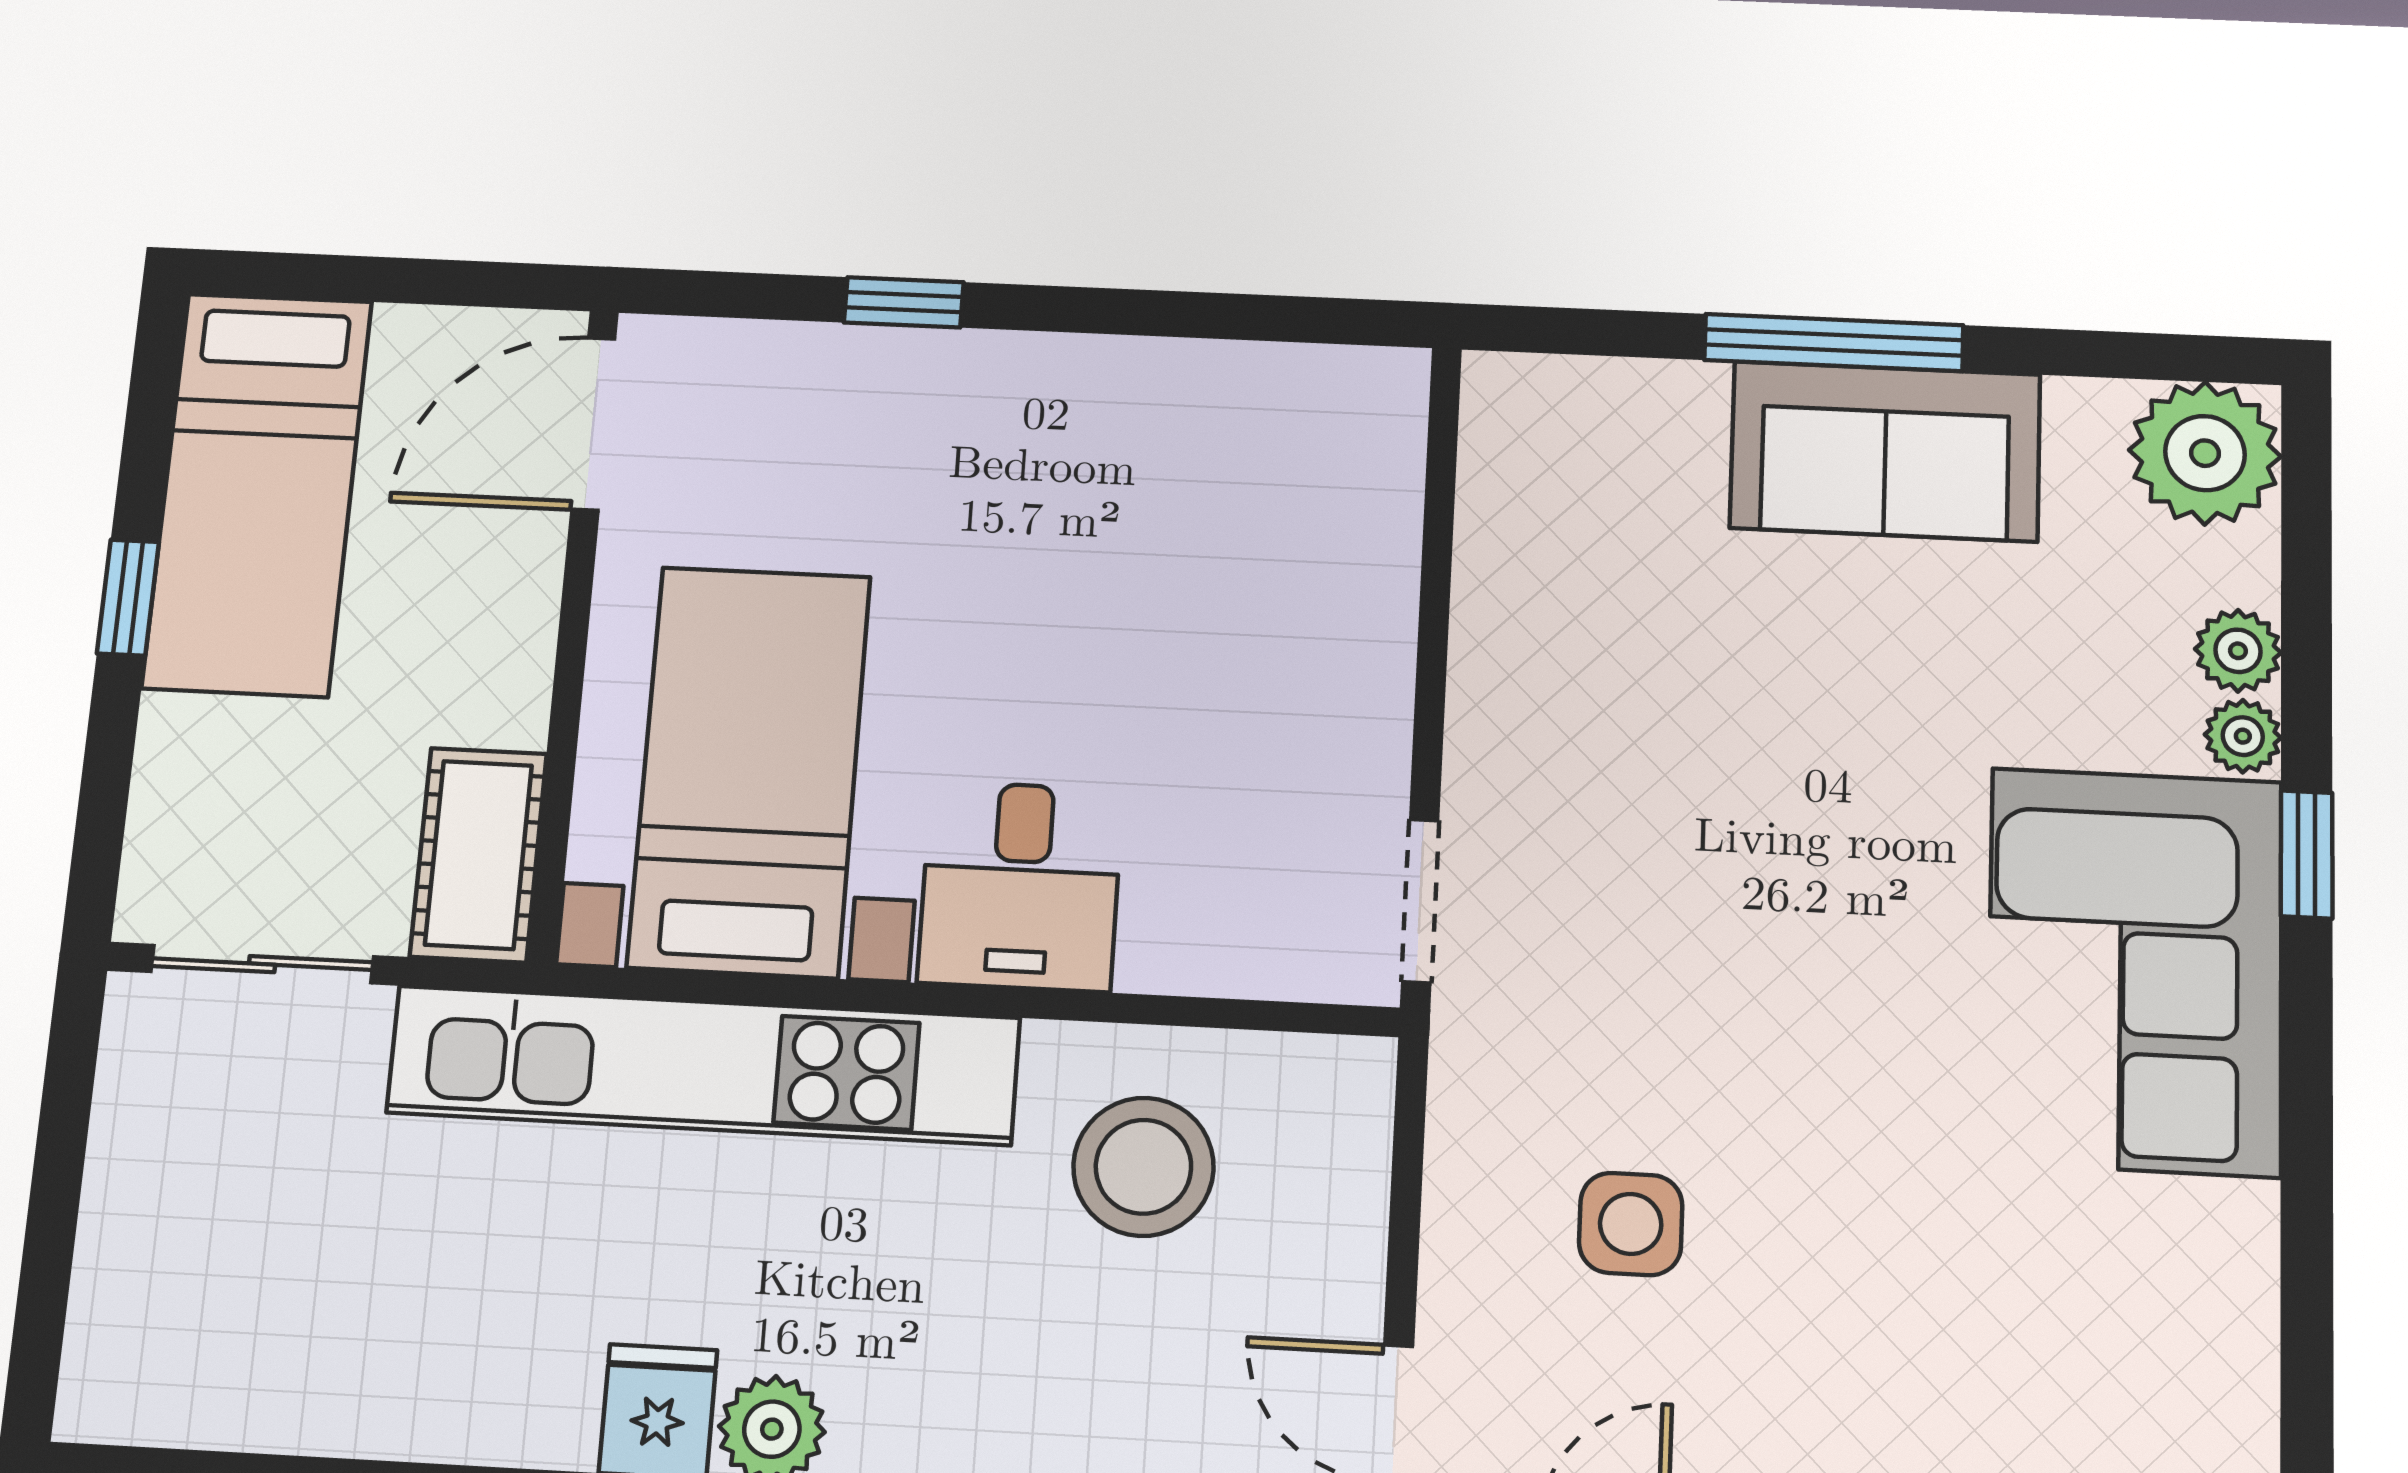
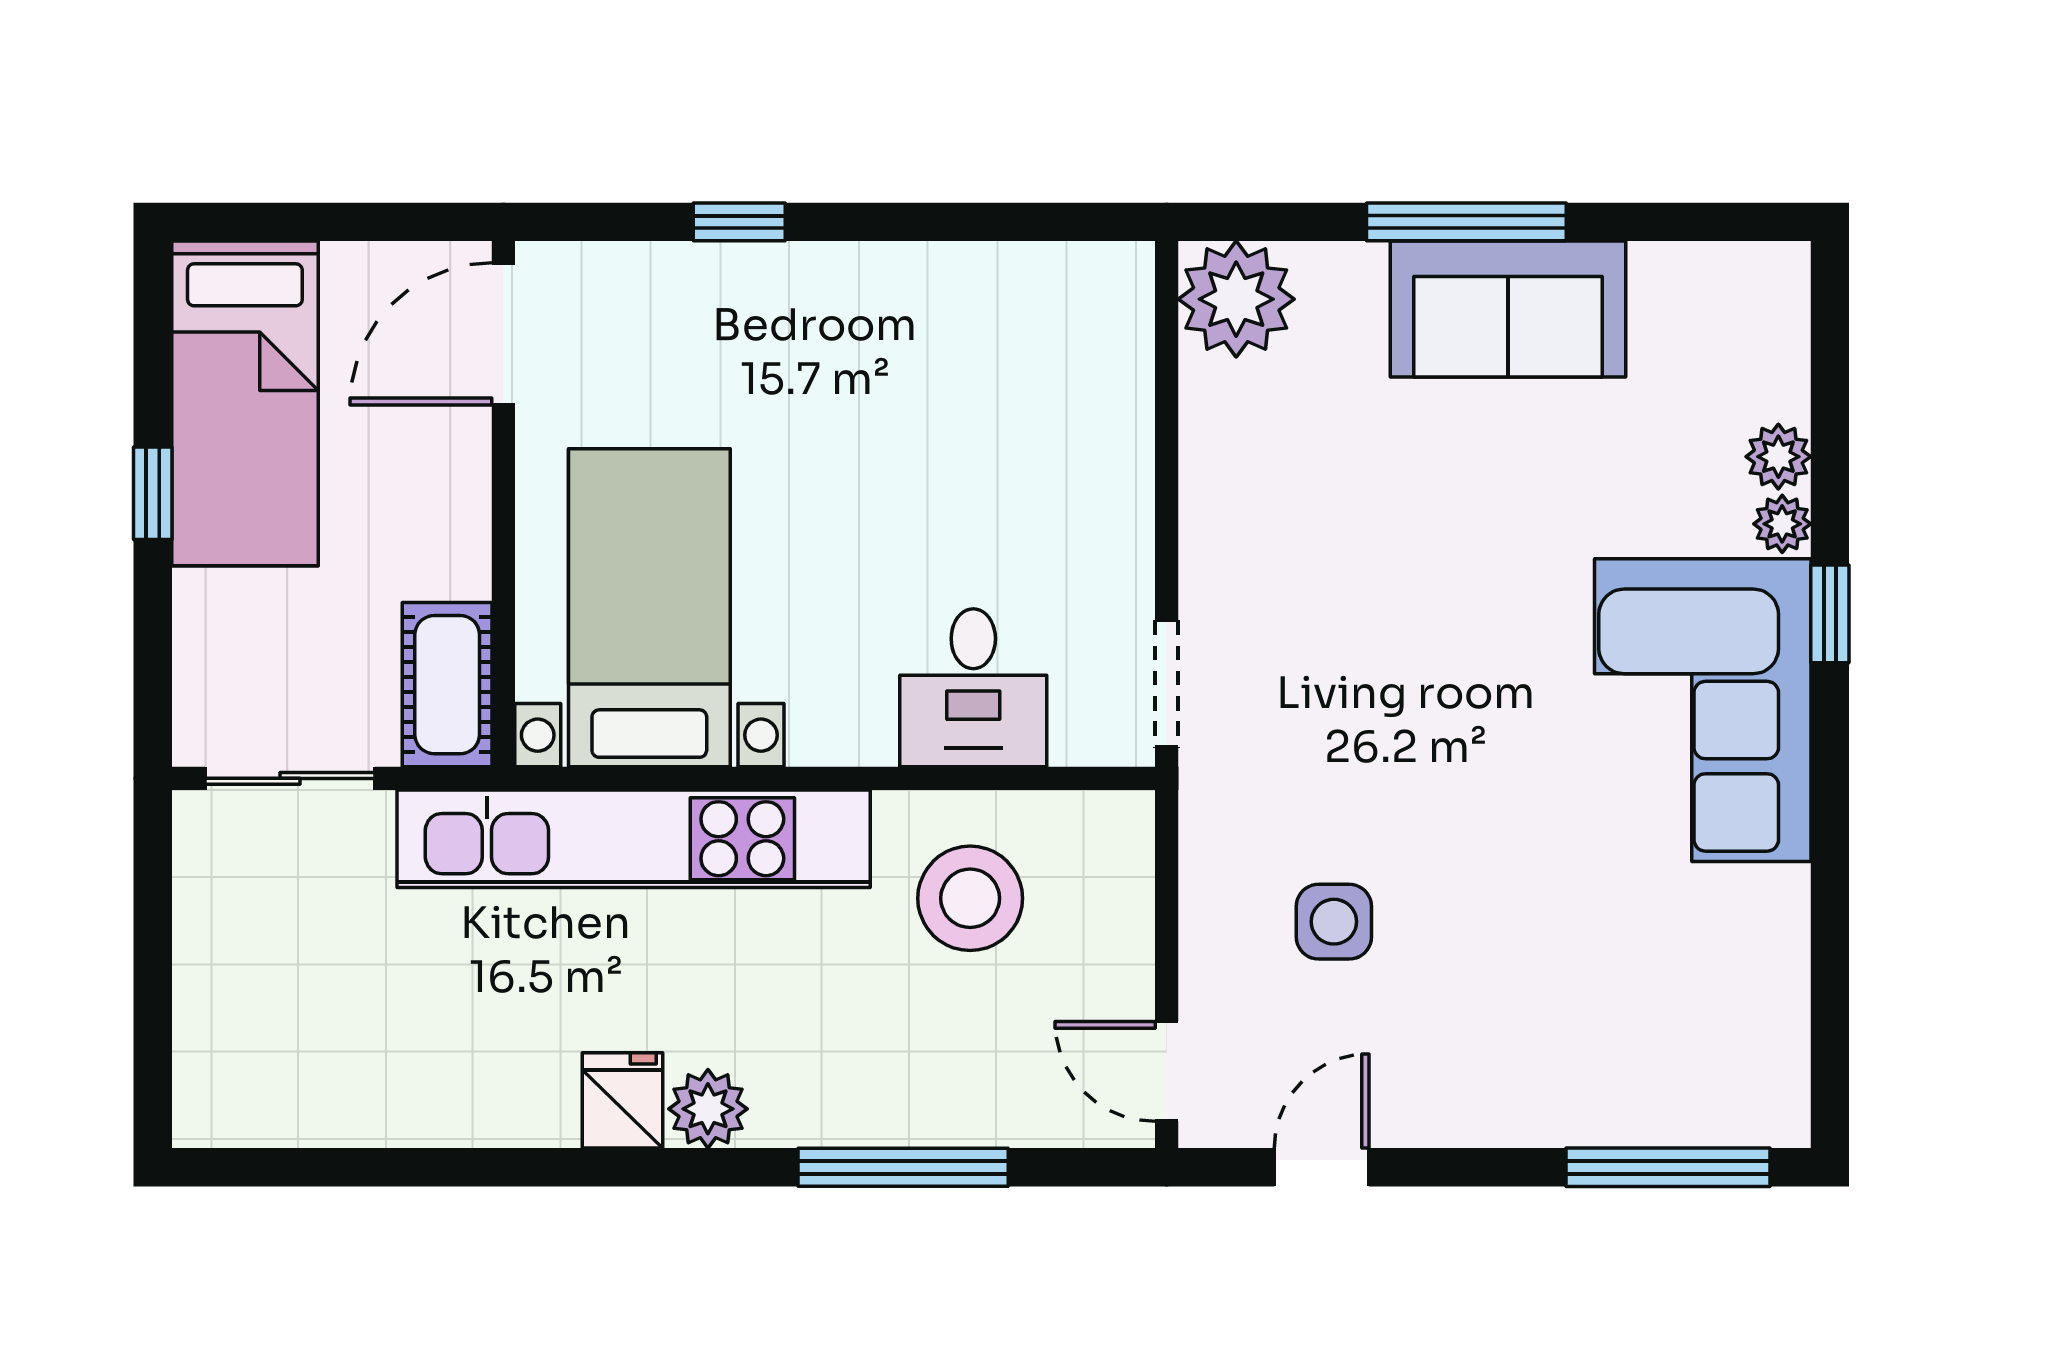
plant: (2205, 453) -> (1236, 299), moved
desk: (1020, 886) -> (973, 688), moved

